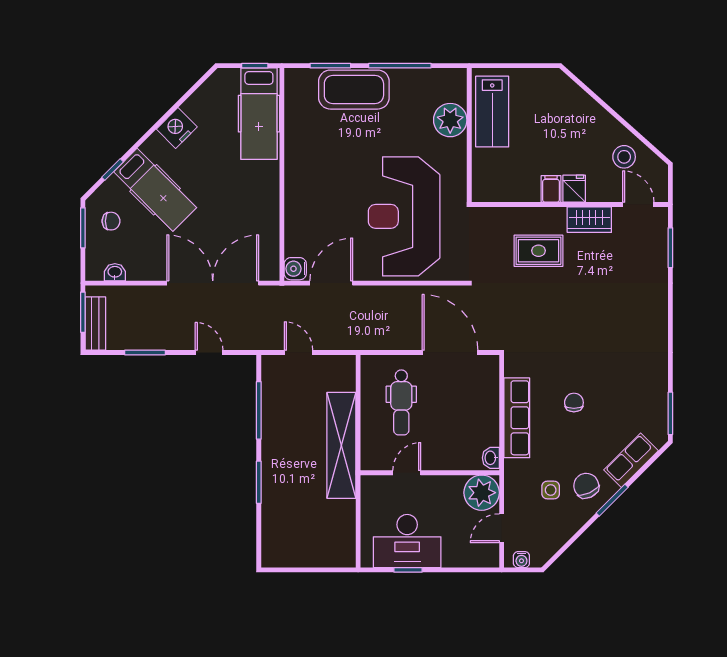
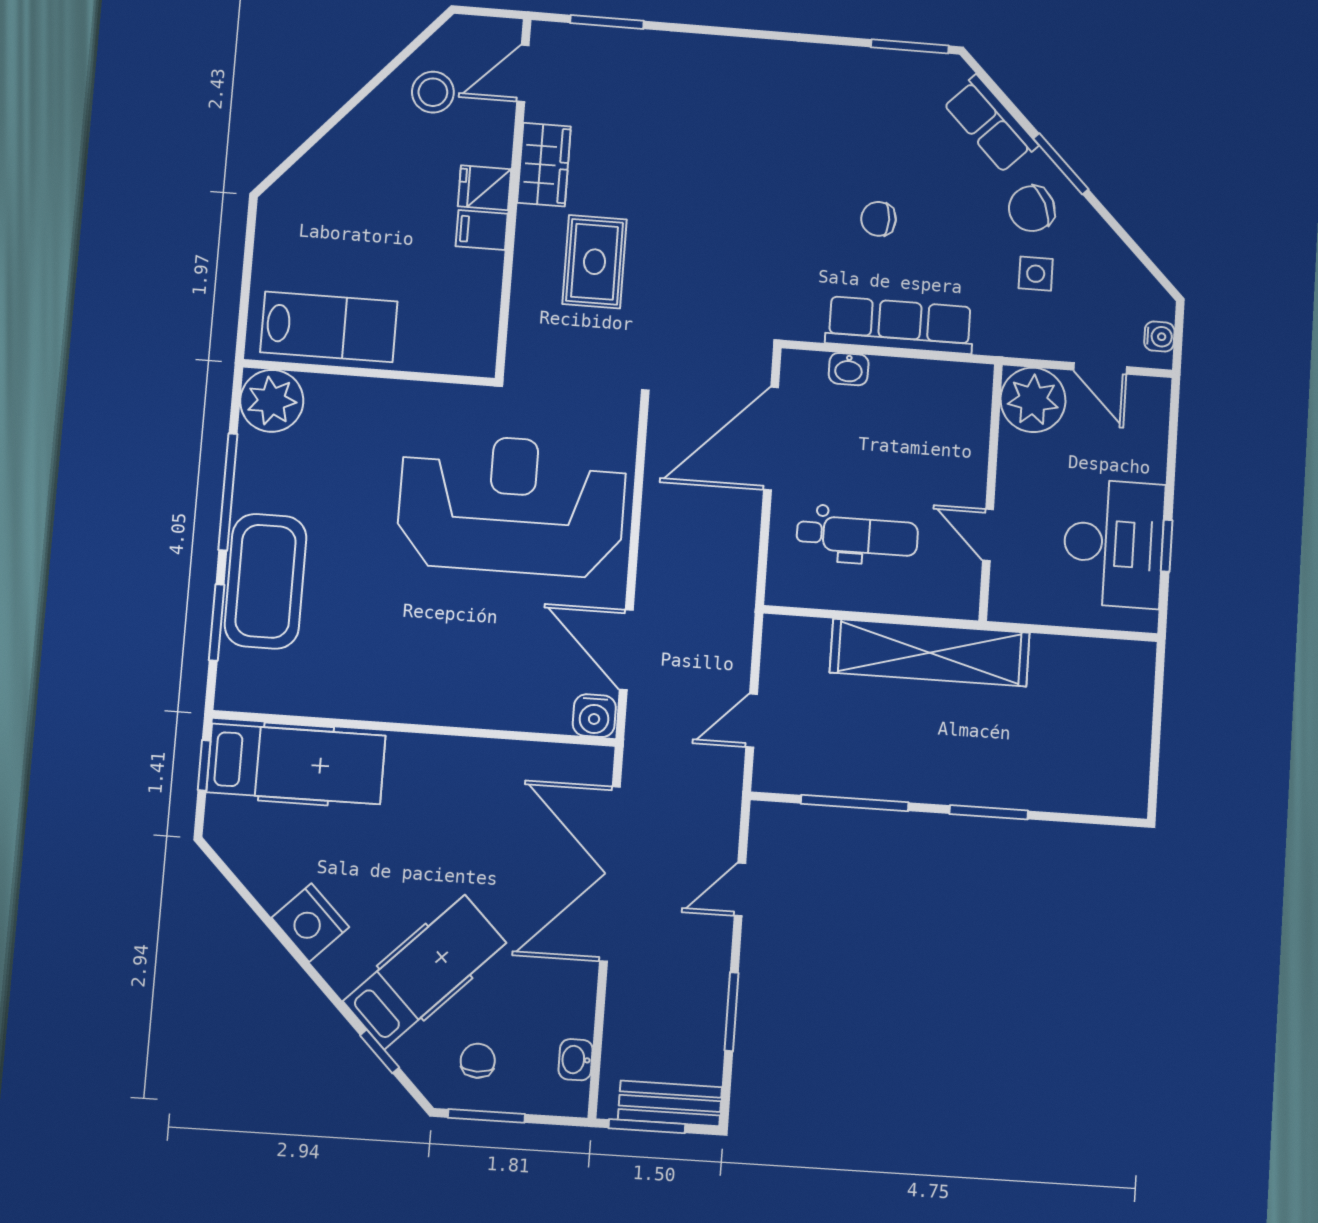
plant: (450, 120) -> (272, 401), moved
reception desk: (404, 216) -> (512, 505), turned 180
washbasin: (491, 458) -> (849, 369), moved

